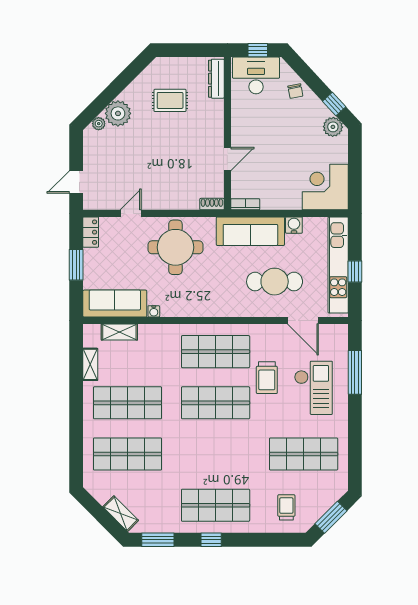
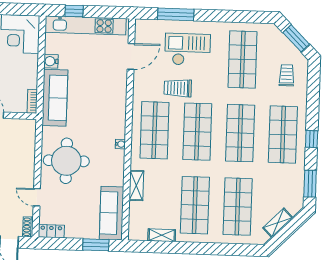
shoe rack: (212, 204) -> (28, 227), moved
window: (76, 265) -> (96, 245), moved
window: (355, 272) -> (74, 11), moved
cafe table: (275, 282) -> (98, 79), removed
water cooler: (154, 311) -> (120, 144), moved
shelving: (119, 332) -> (136, 186), moved
trolley: (267, 378) -> (178, 88), turned 180
shop shelf: (216, 454) -> (240, 133), added
trolley: (286, 507) -> (287, 75), turned 90
shelving: (121, 514) -> (278, 223), moved

